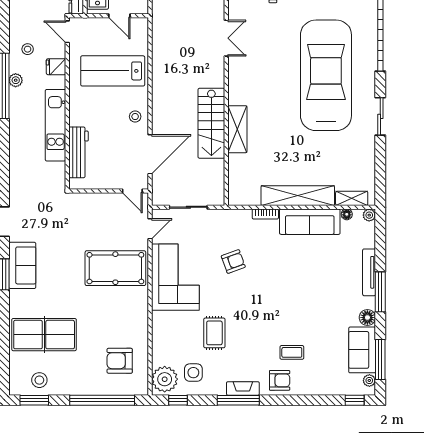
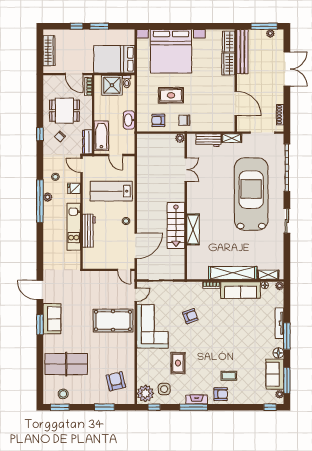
workbench: (78, 152) -> (89, 231), moved
armchair: (120, 361) -> (116, 381), turned 77
window: (102, 400) -> (104, 407), width x0.47

